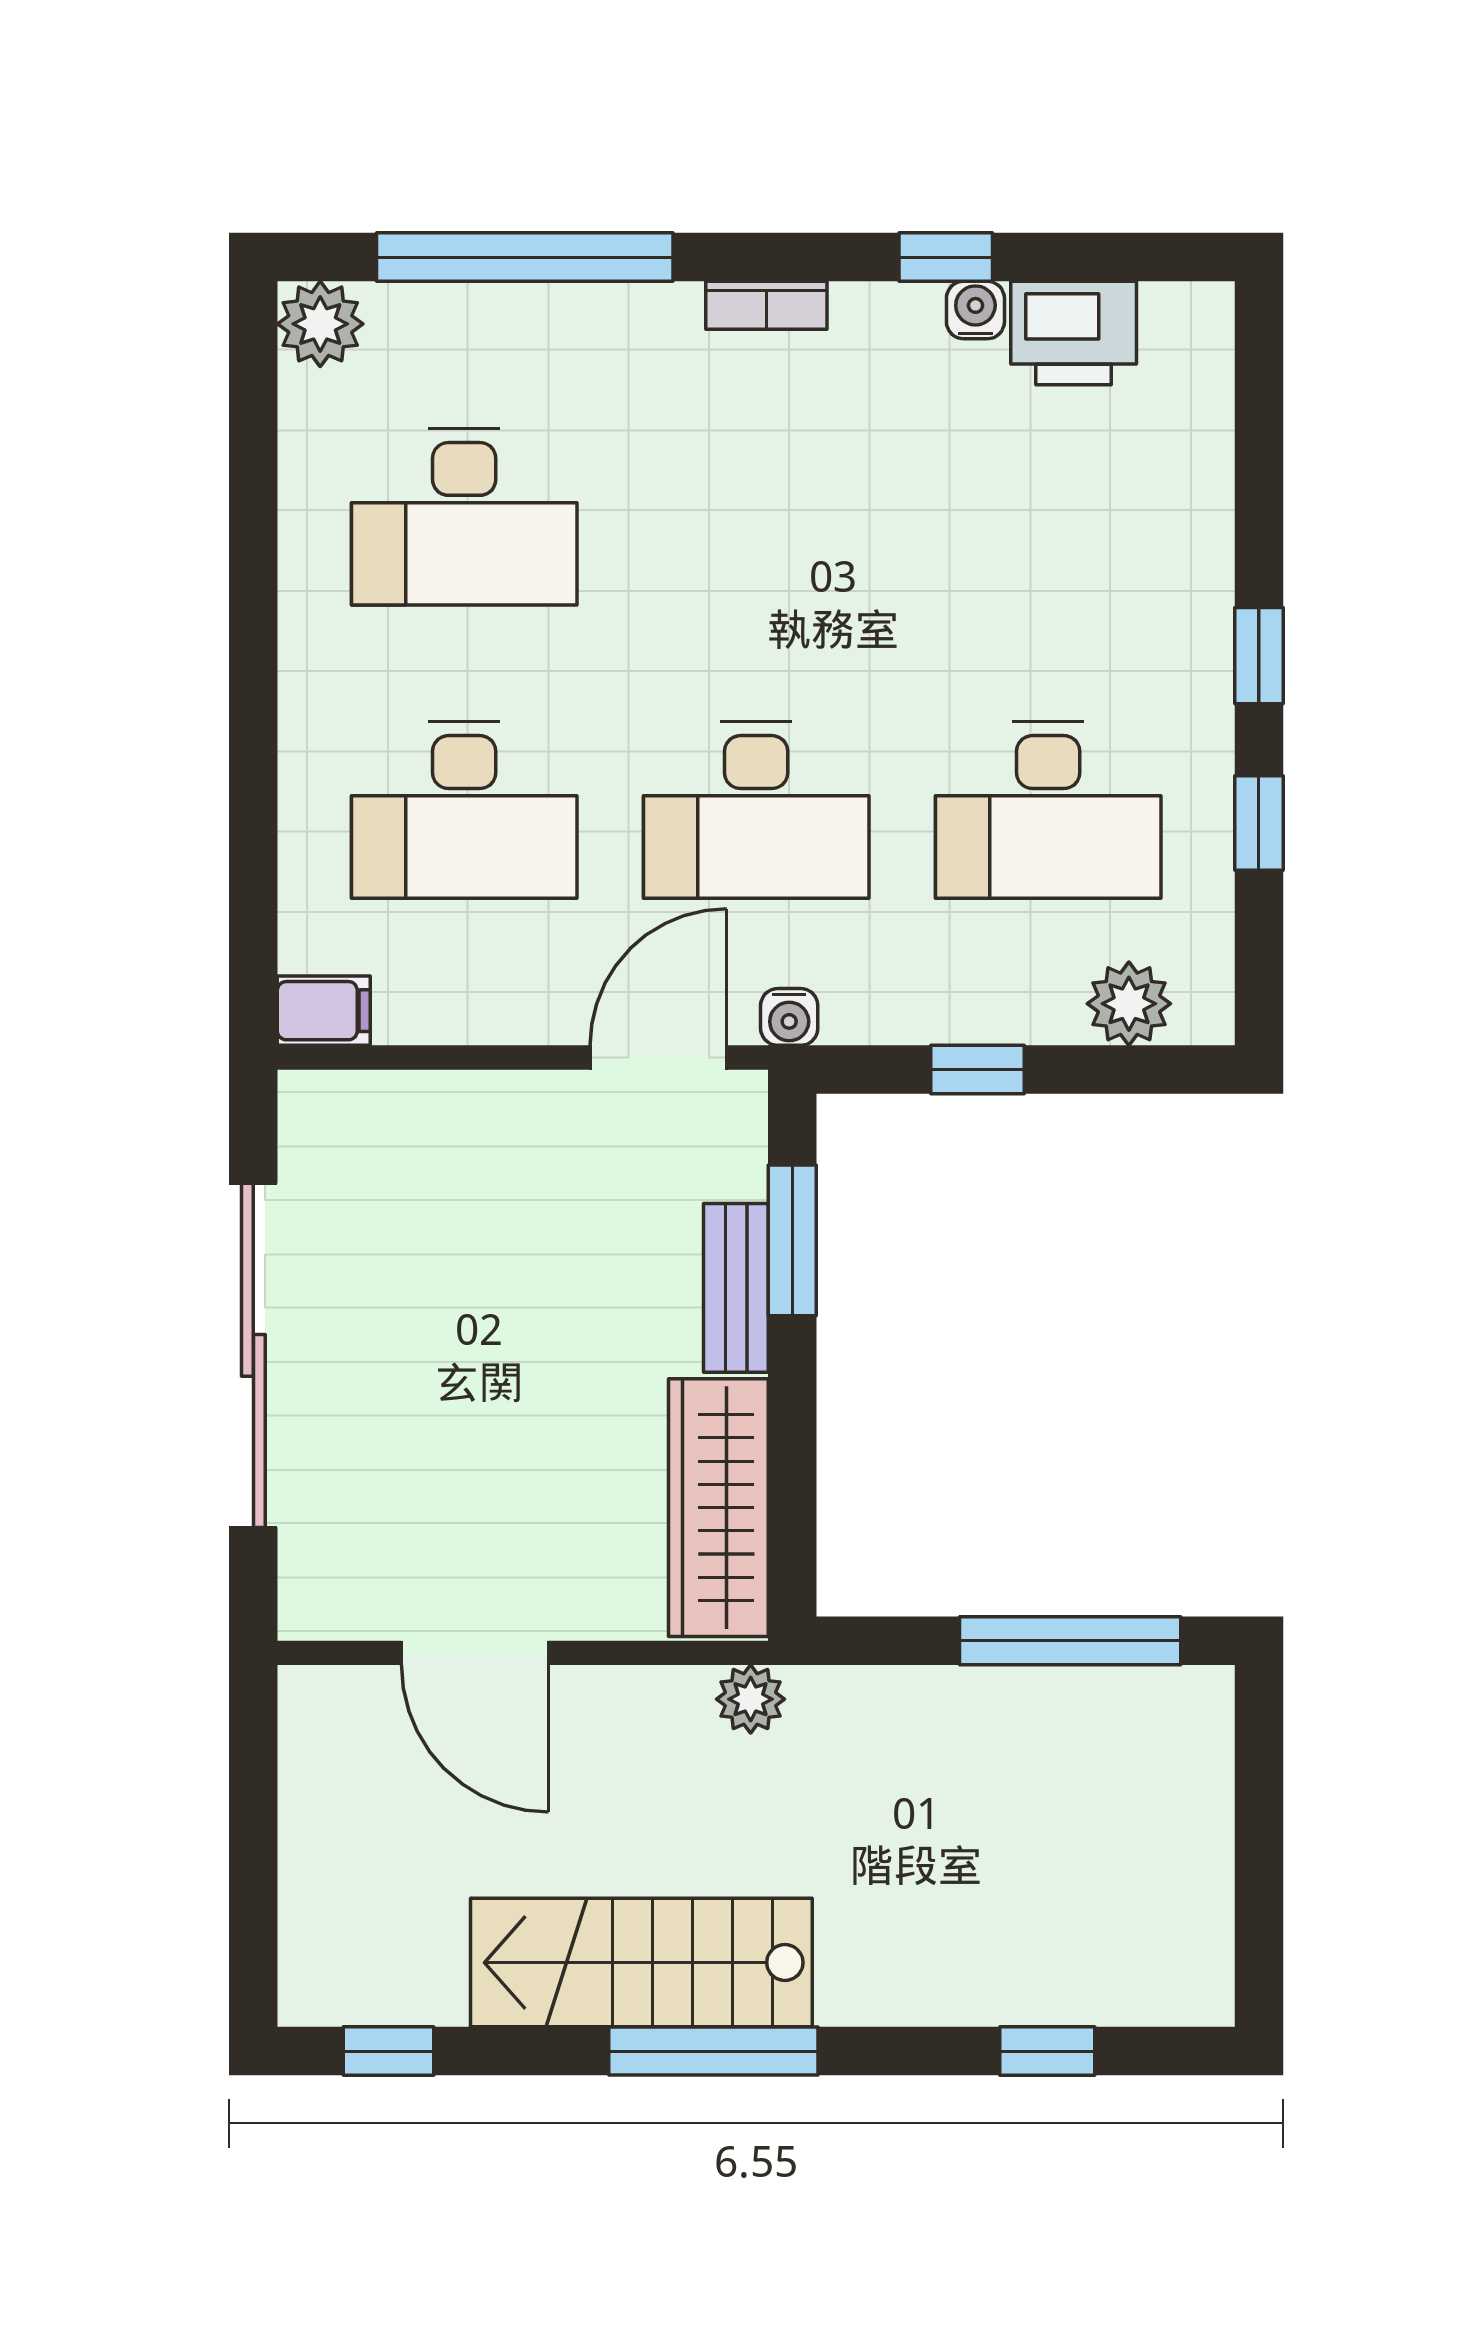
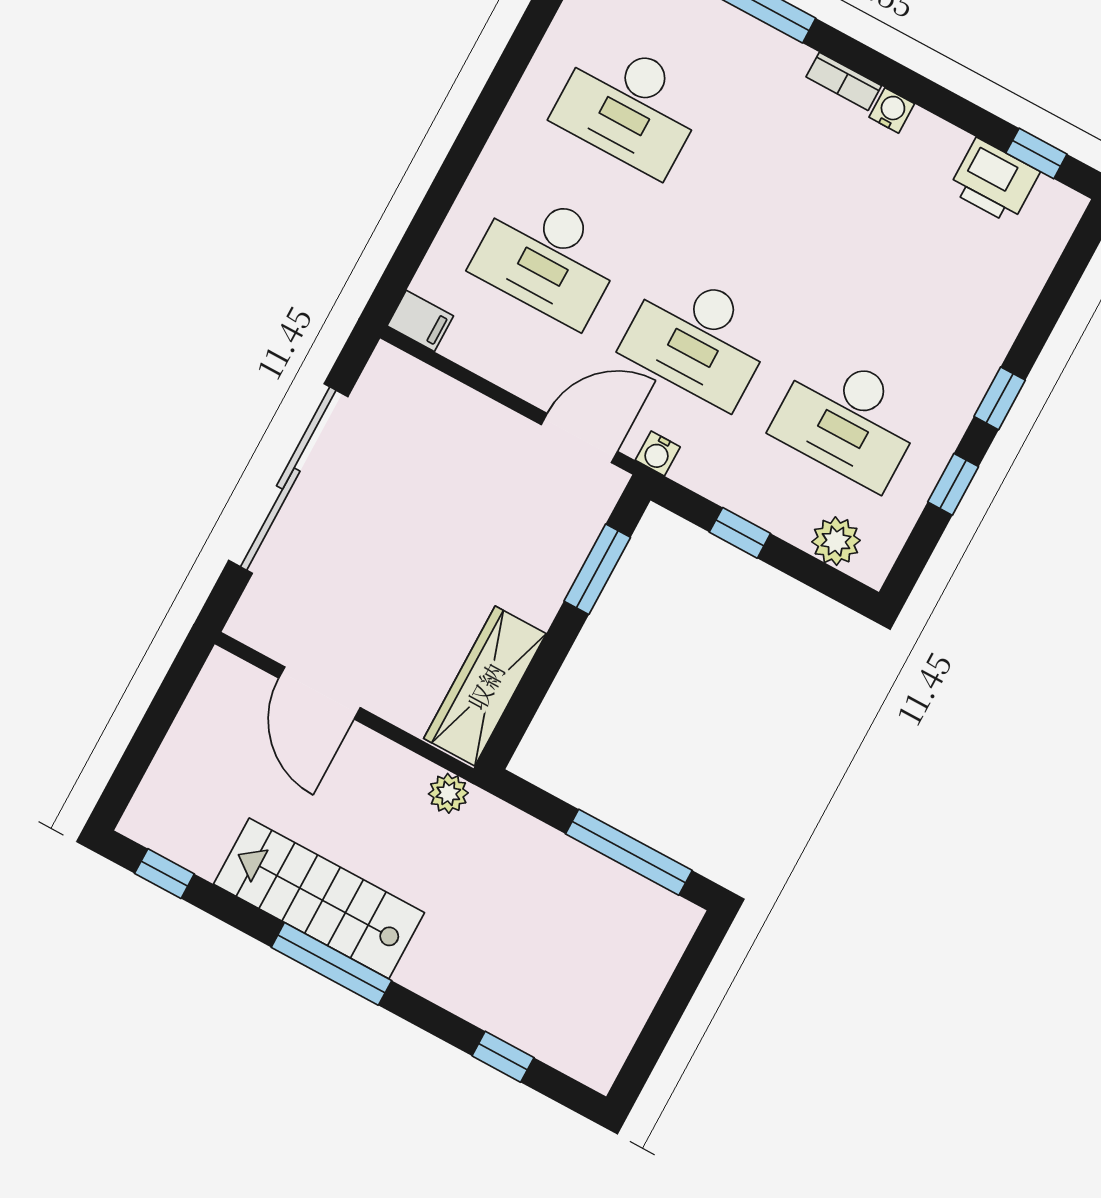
window: (946, 257) -> (1036, 153), moved
water cooler: (975, 310) -> (892, 110), moved
bench: (736, 1288) -> (555, 578), removed

